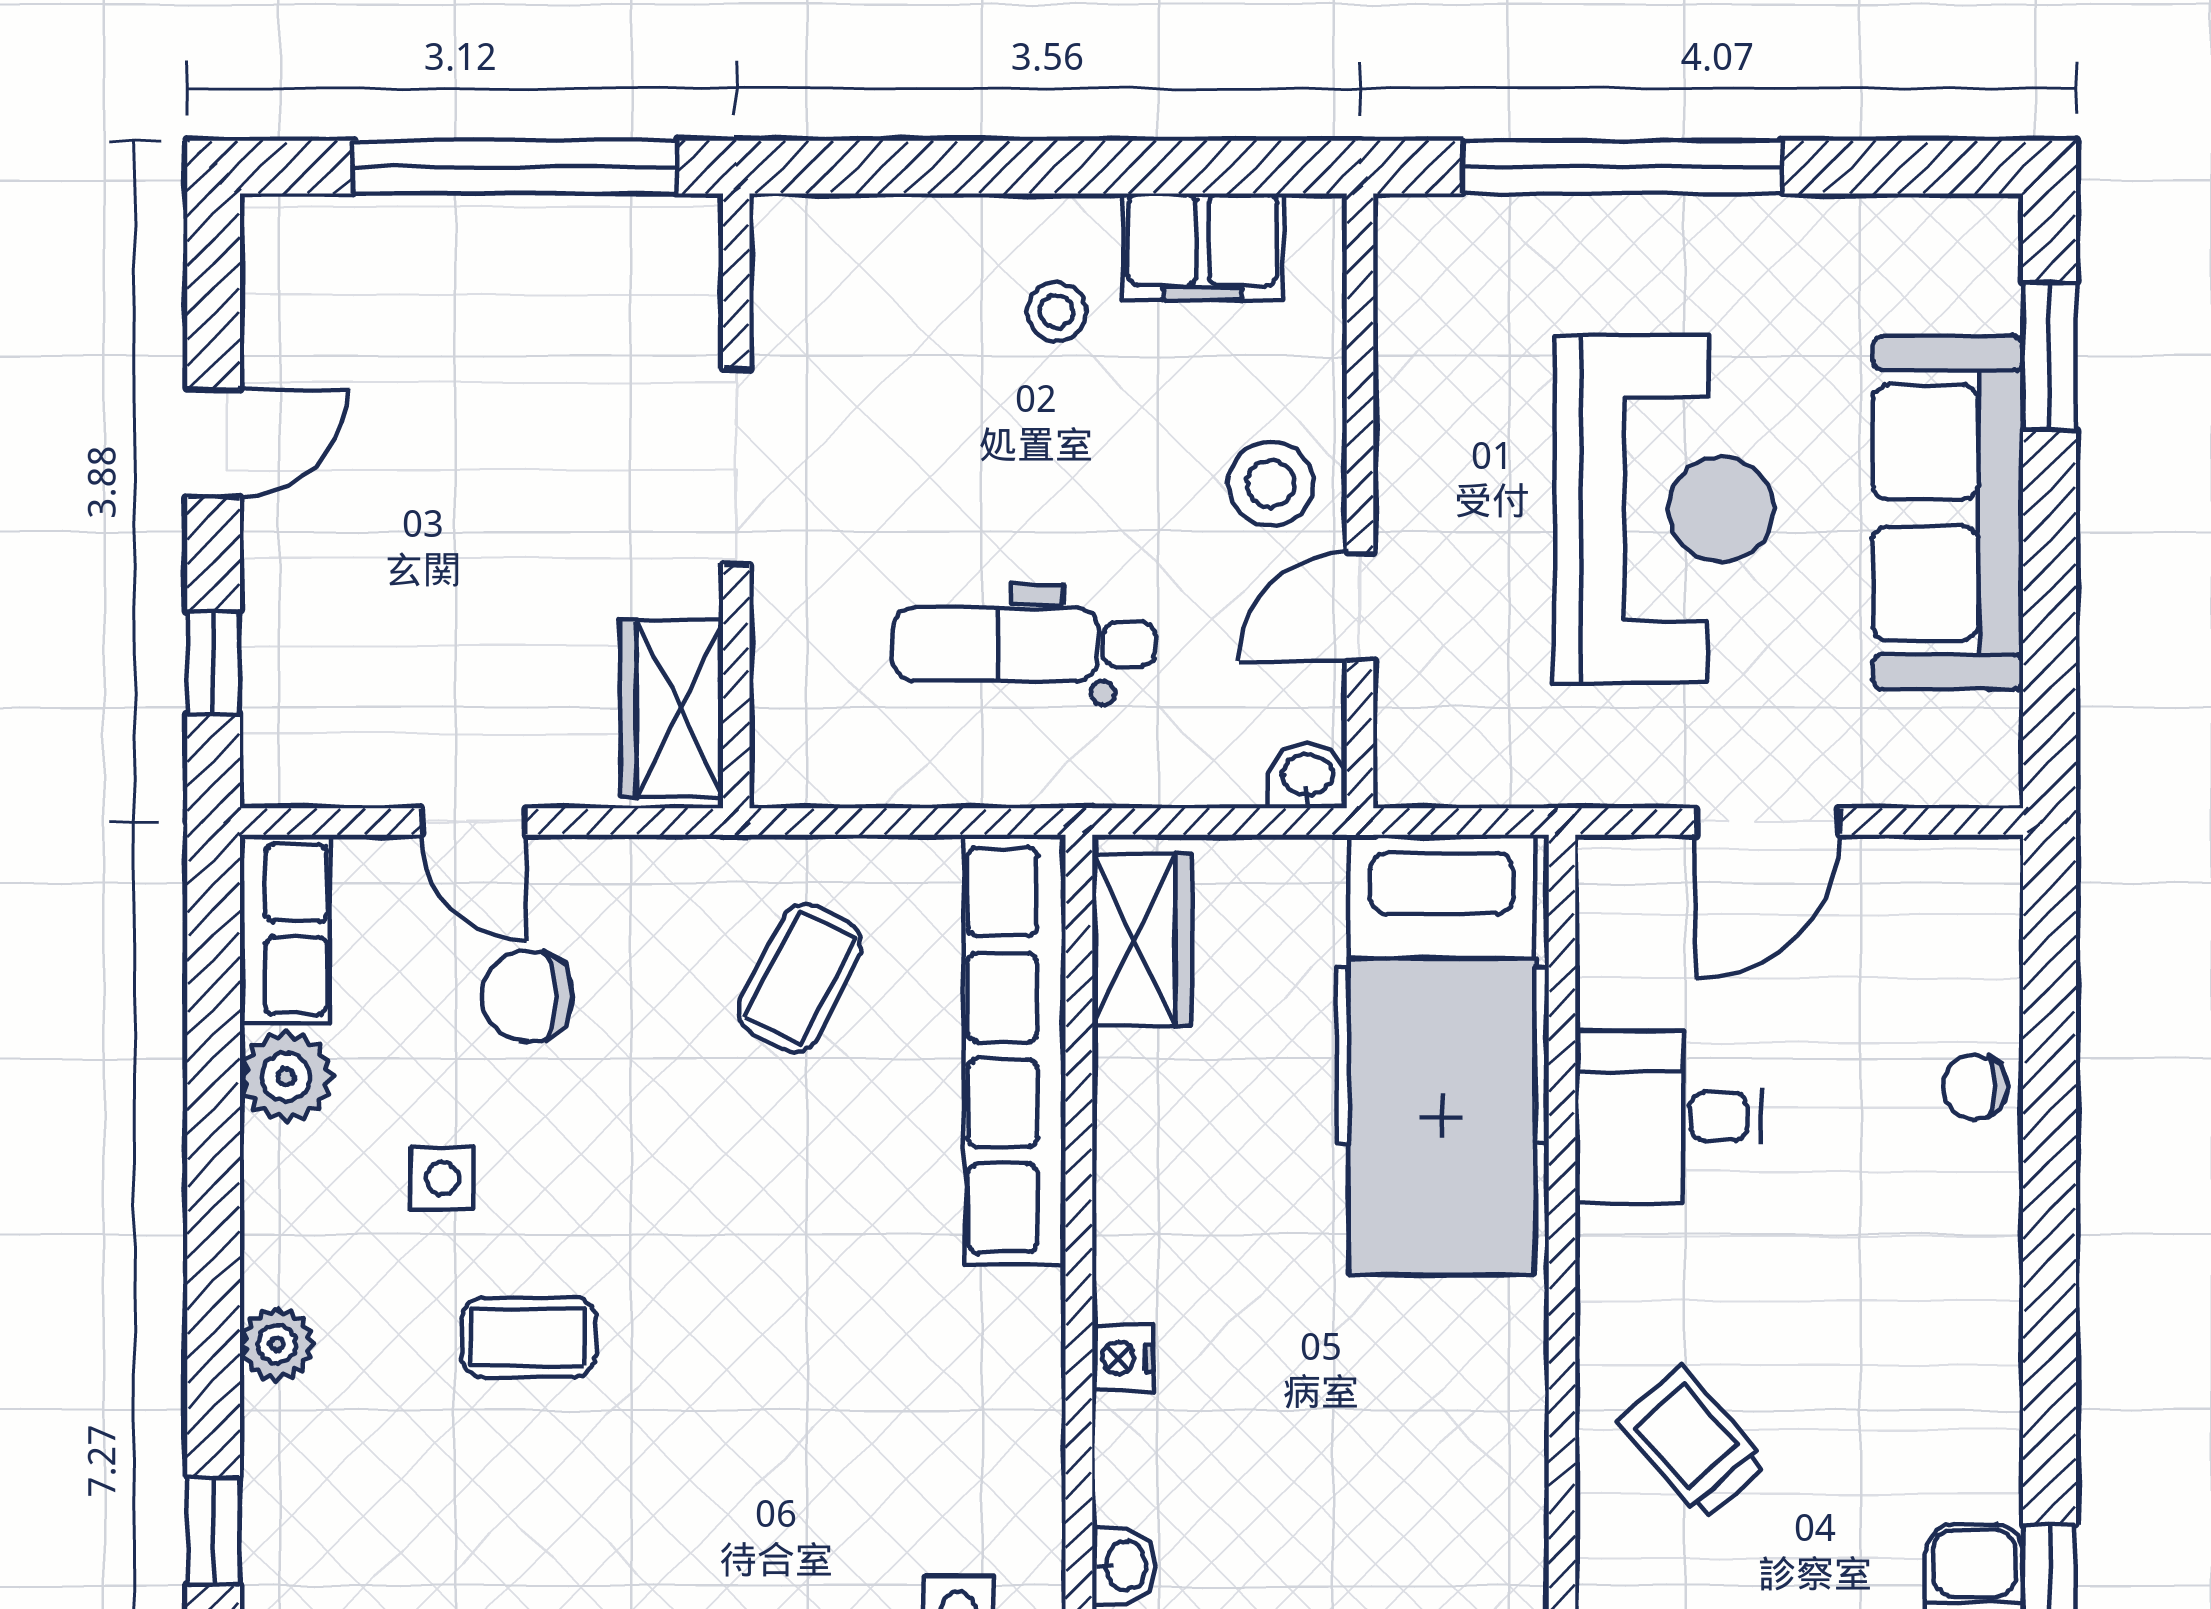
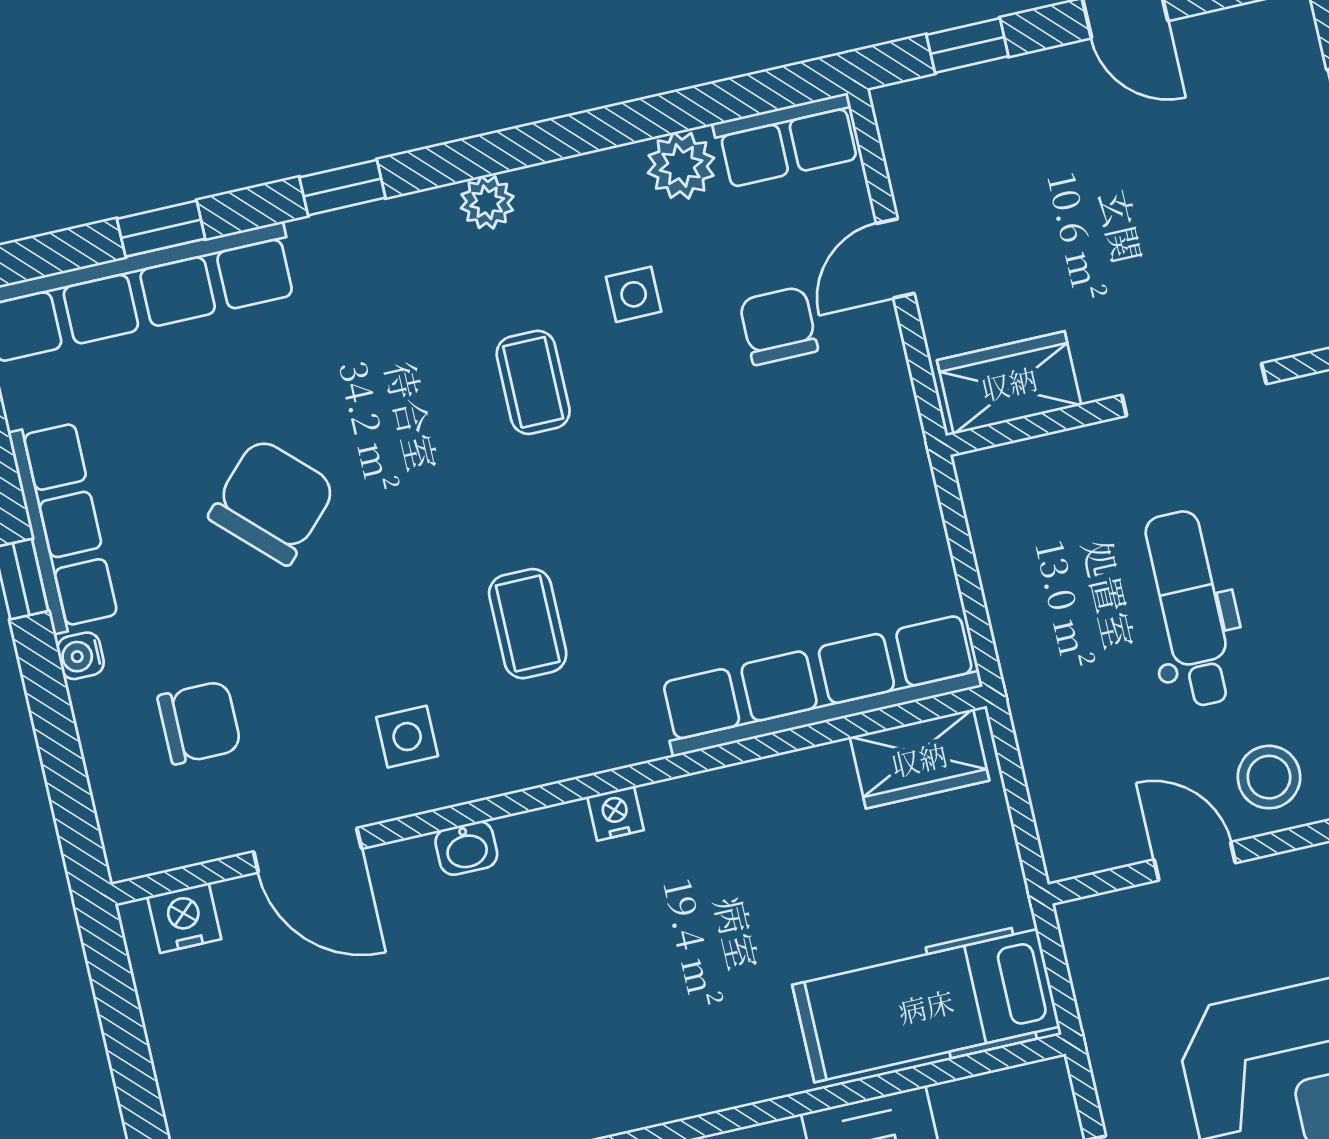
dental chair: (1024, 644) -> (1190, 609), moved
washbasin: (1307, 776) -> (1064, 851), removed
coffee table: (800, 978) -> (528, 624), moved, turned 63
hospital bed: (1442, 1055) -> (926, 1006), width x0.73, depth x0.78

